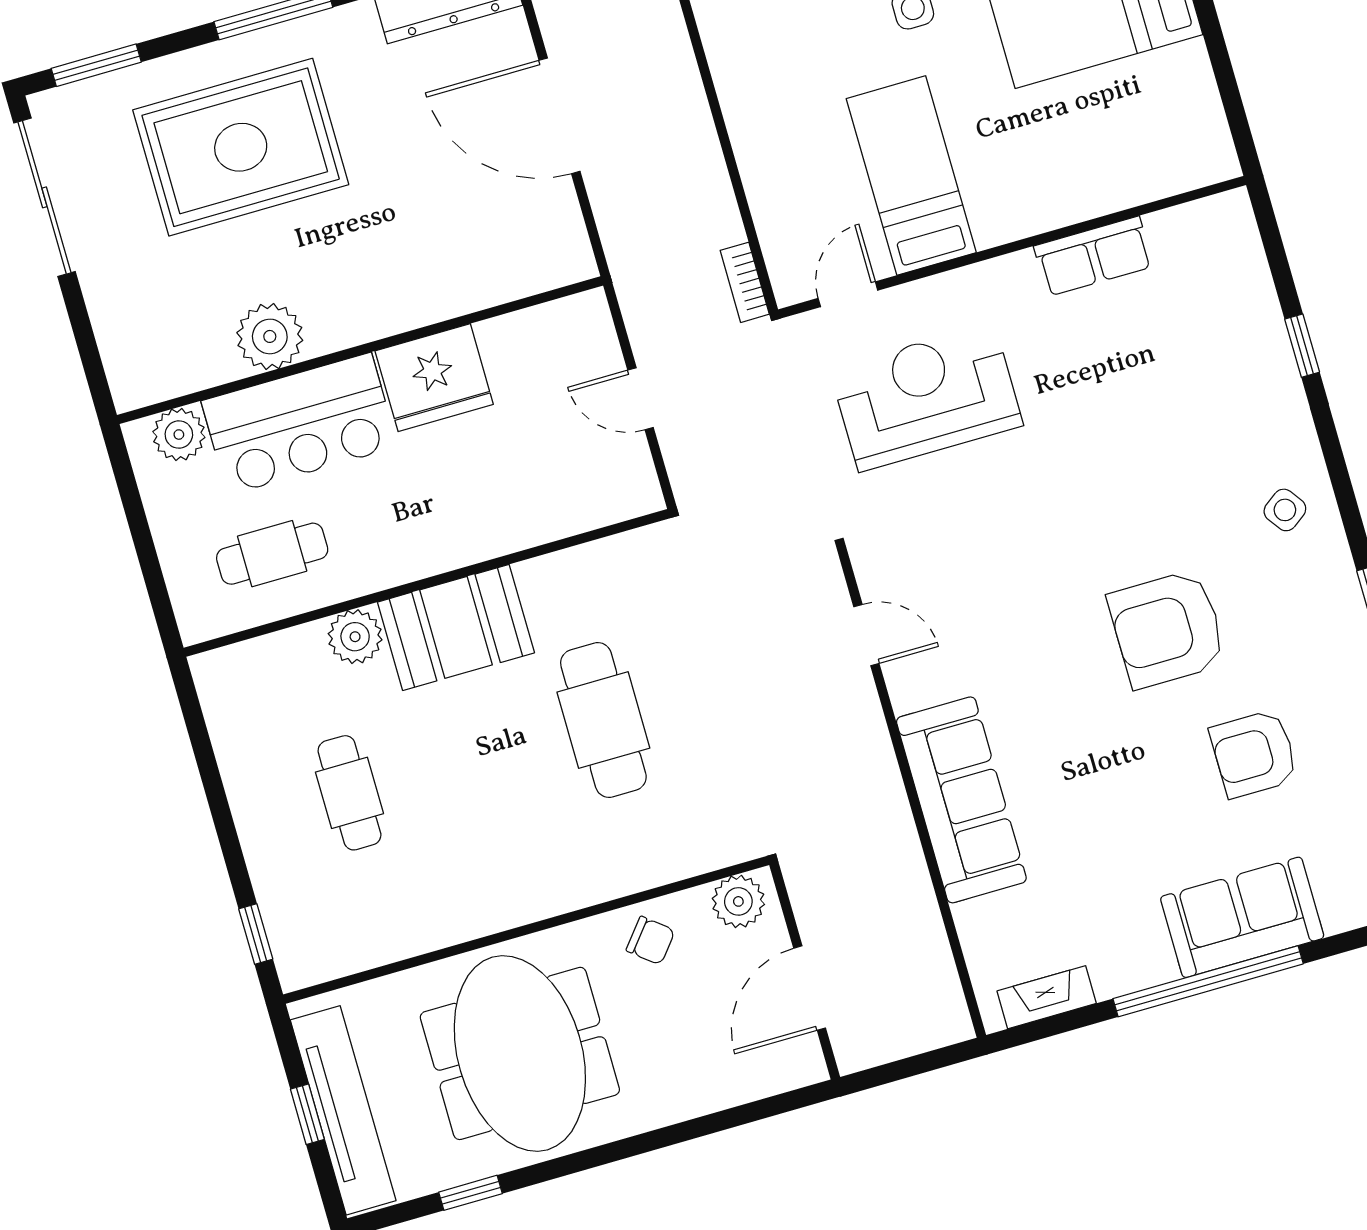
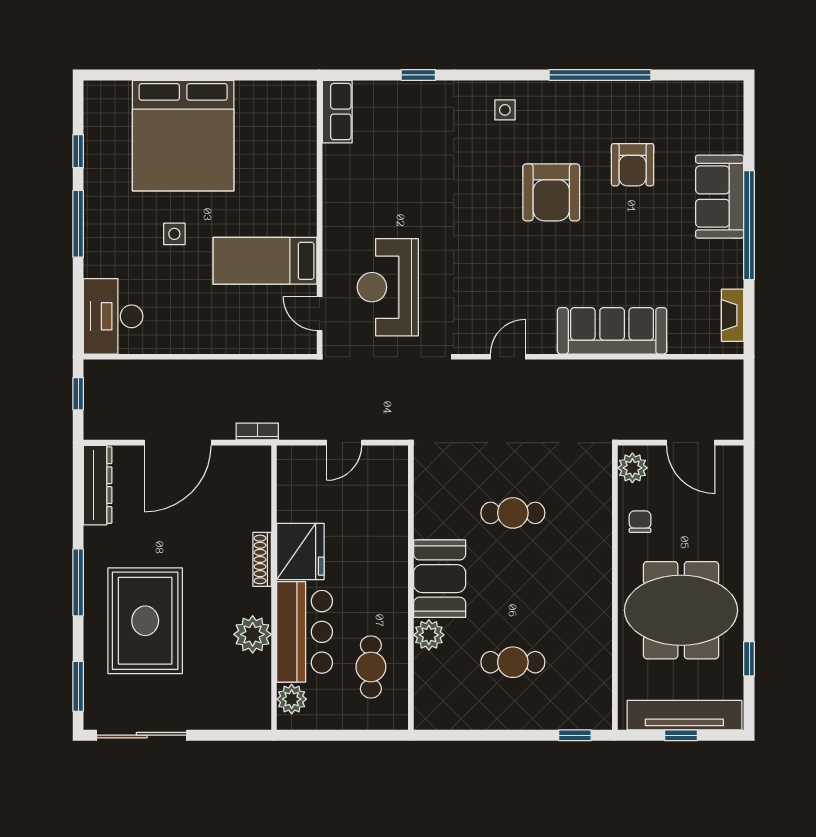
row of seats: (1094, 256) -> (337, 112), moved
bookcase: (745, 282) -> (257, 431), moved, turned 180
shoe rack: (402, 316) -> (262, 559), added
side table: (1285, 510) -> (505, 110), turned 36
cafe table: (603, 720) -> (513, 513), width x0.73, depth x0.74
chair: (651, 941) -> (640, 522), turned -39

